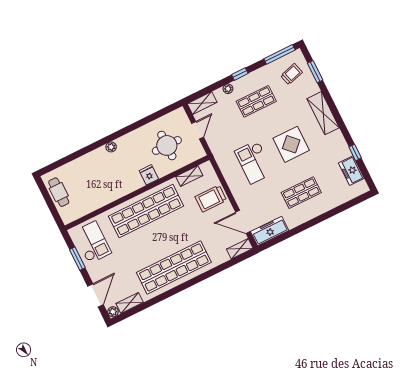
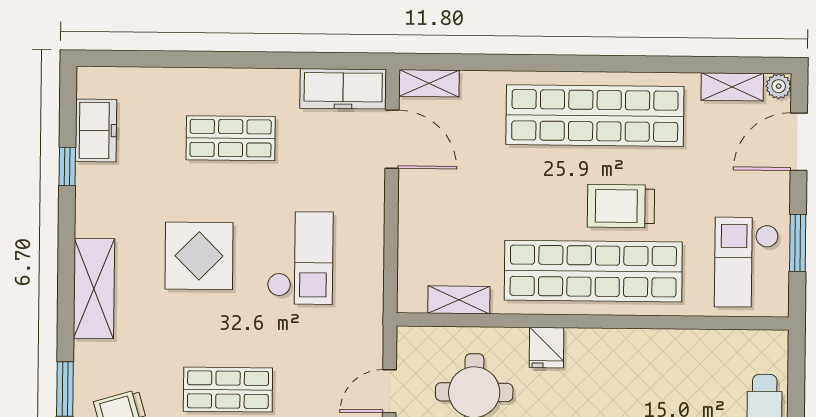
trolley: (211, 199) -> (621, 206), moved, turned 180

